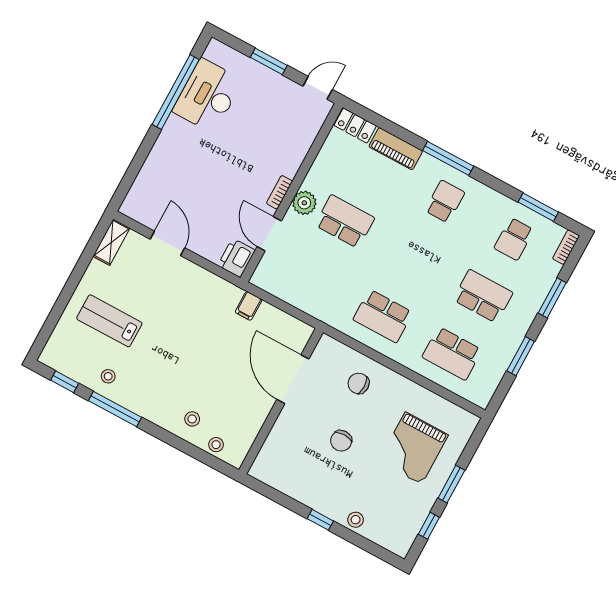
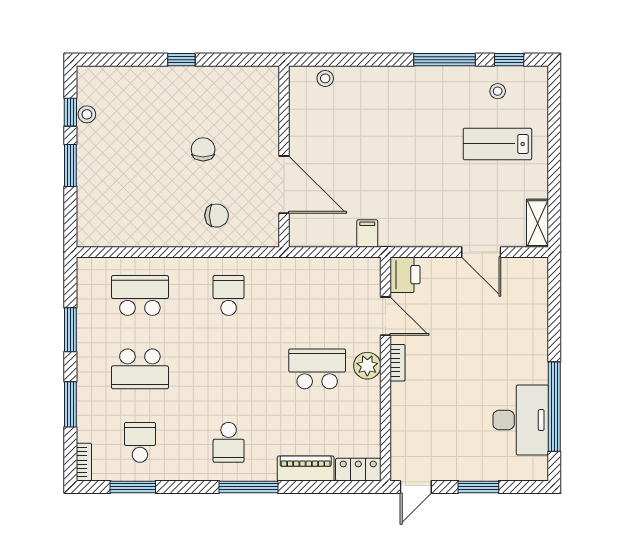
school desk: (345, 221) -> (317, 369), turned 180
school desk: (383, 316) -> (229, 295), width x0.54
lab bench: (109, 321) -> (497, 144), turned 180
stool: (108, 376) -> (498, 91), moved
stool: (192, 419) -> (363, 91), removed
grand piano: (413, 448) -> (127, 181), removed
stool: (356, 520) -> (87, 114), moved

